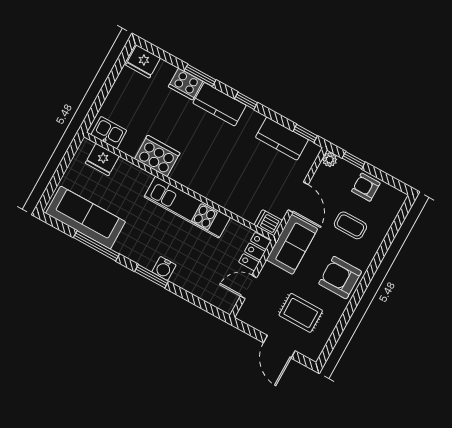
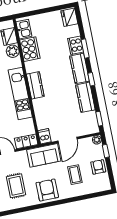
kitchen counter: (282, 139) -> (85, 97), moved
cooker: (157, 156) -> (30, 49), moved
plant: (125, 171) -> (13, 51), added
kitchen counter: (193, 179) -> (35, 85), added

